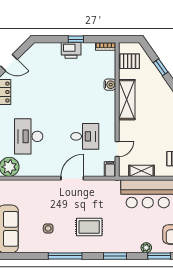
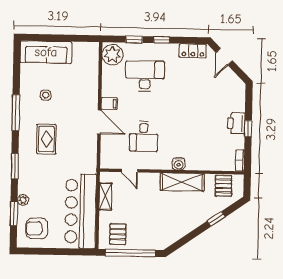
water cooler: (110, 85) -> (179, 164), moved
filing cabinet: (110, 169) -> (109, 104), moved

